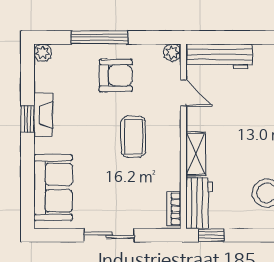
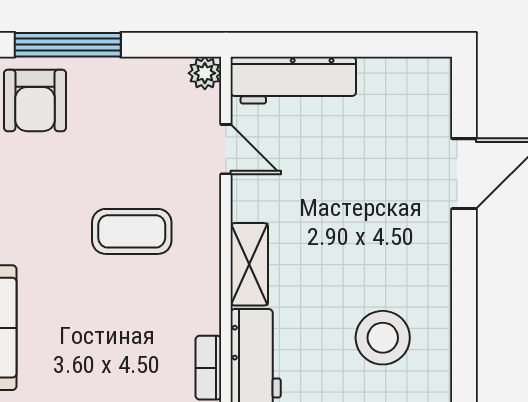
armchair: (116, 75) -> (35, 100), moved, turned 90
coffee table: (133, 137) -> (132, 231), turned 90

